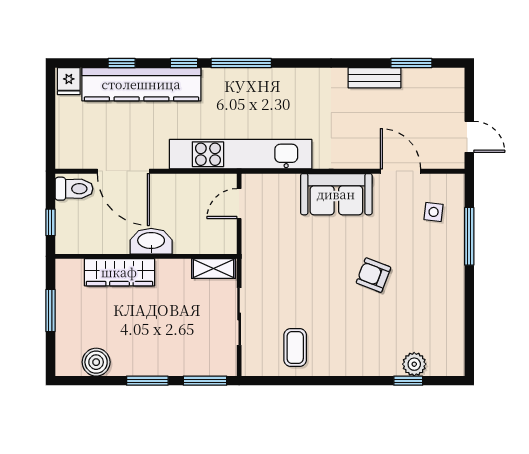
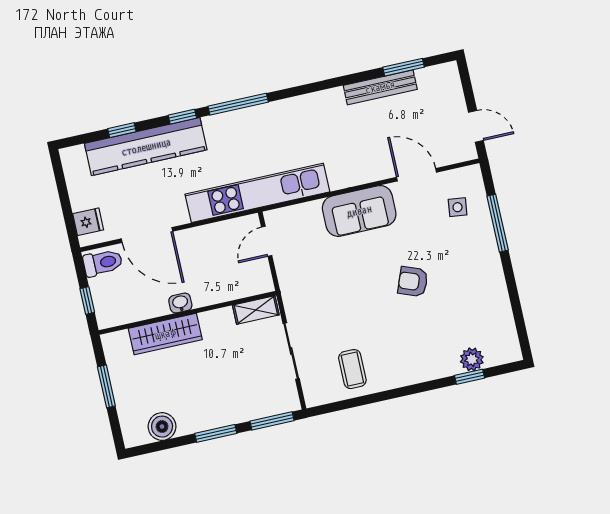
bench: (374, 78) -> (380, 87), width x1.36
fridge: (69, 81) -> (88, 222), moved, turned -90
washbasin: (151, 241) -> (180, 303), width x0.52, depth x0.69

